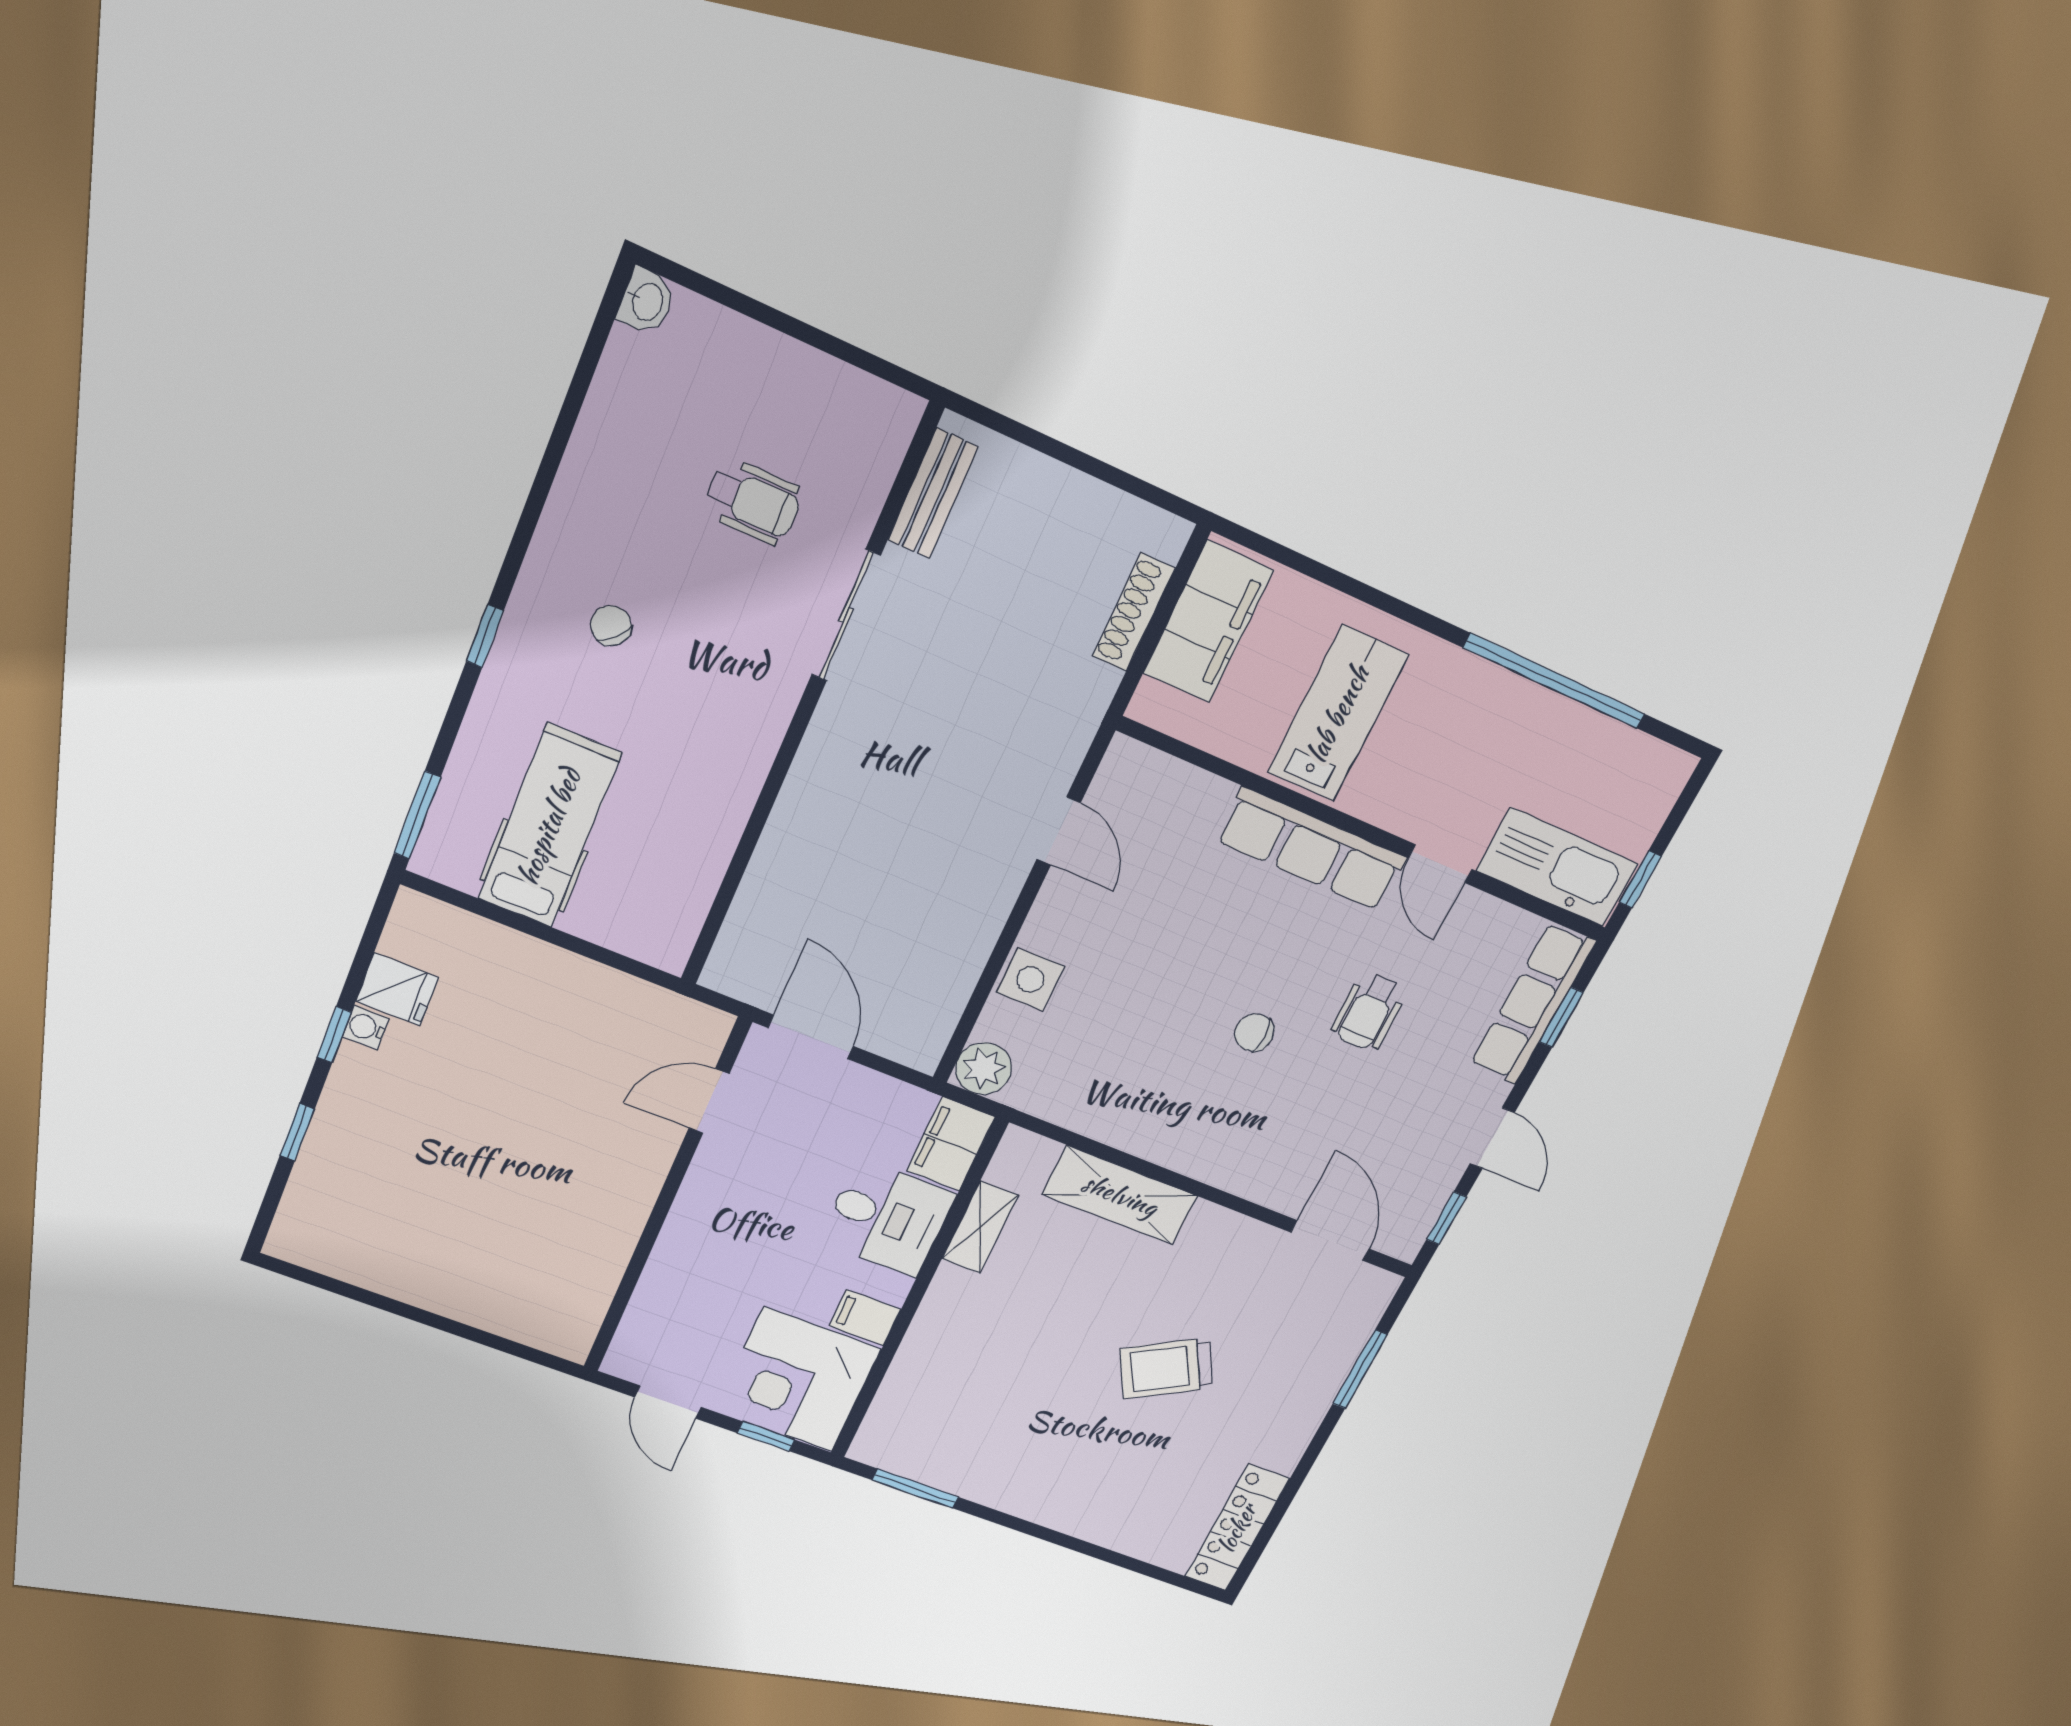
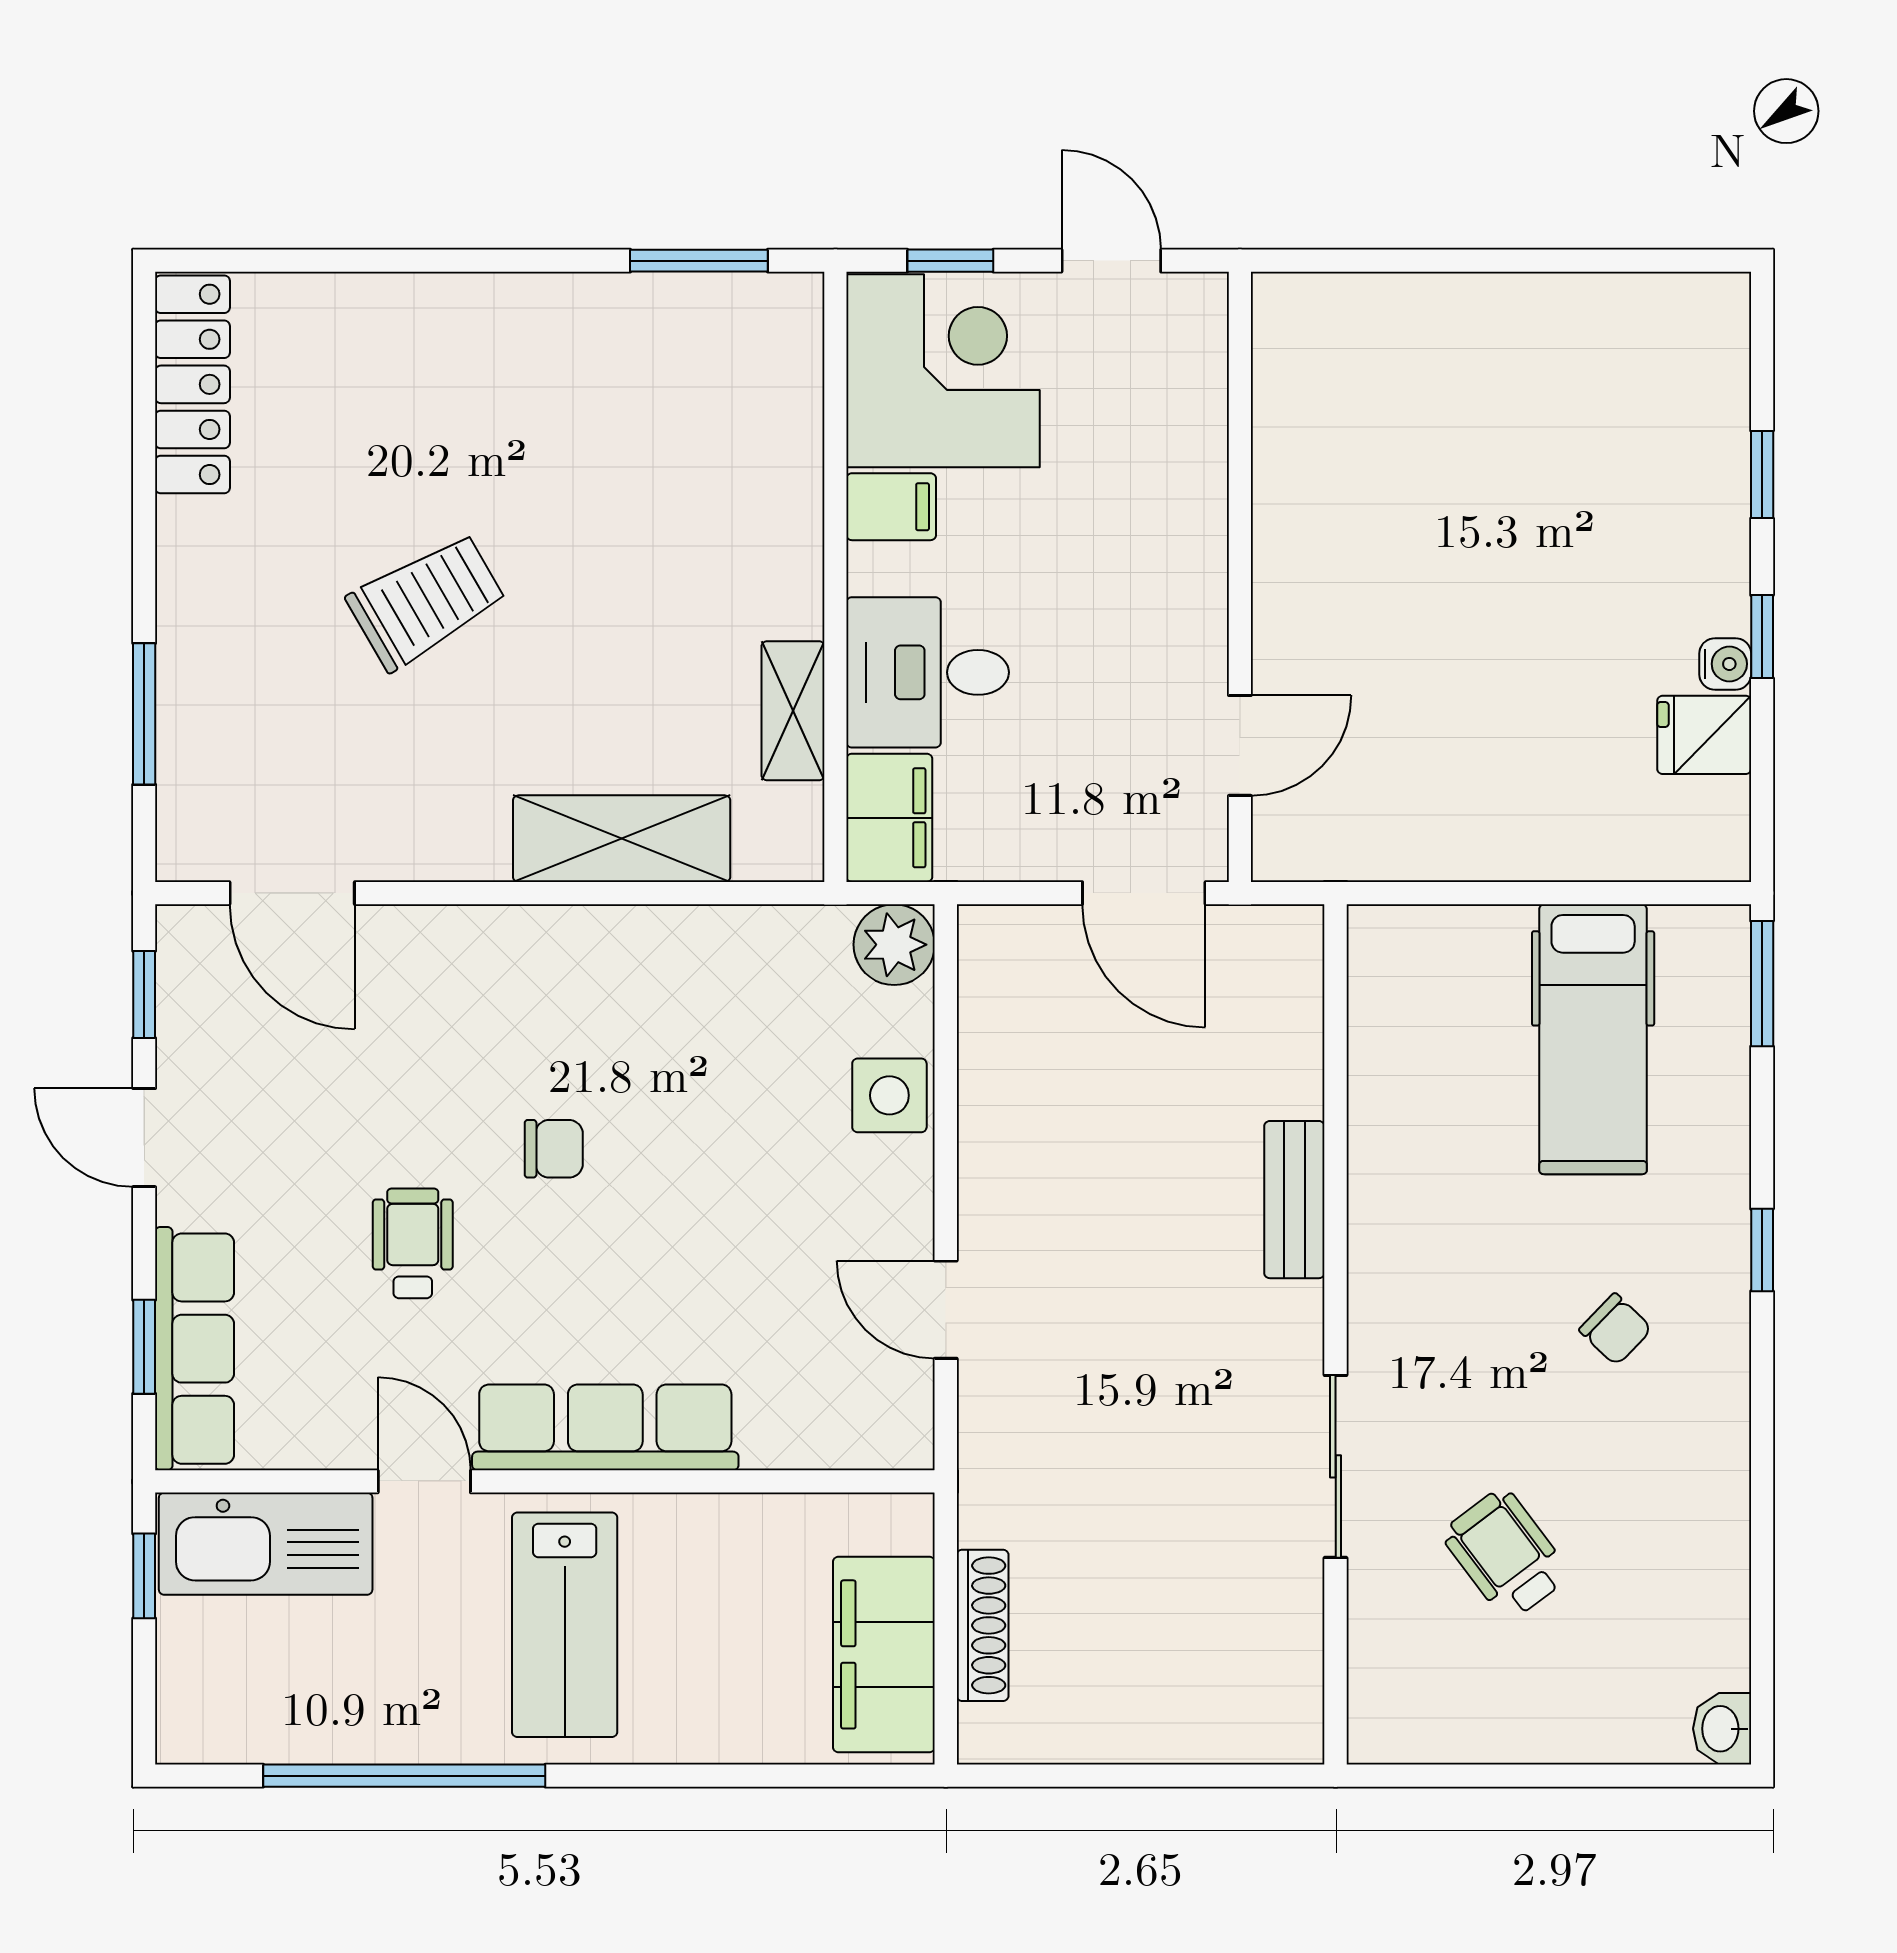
bench: (933, 493) -> (1294, 1200), moved
wheelchair: (753, 501) -> (1506, 1554), turned 53
lab bench: (1338, 714) -> (565, 1625), moved

